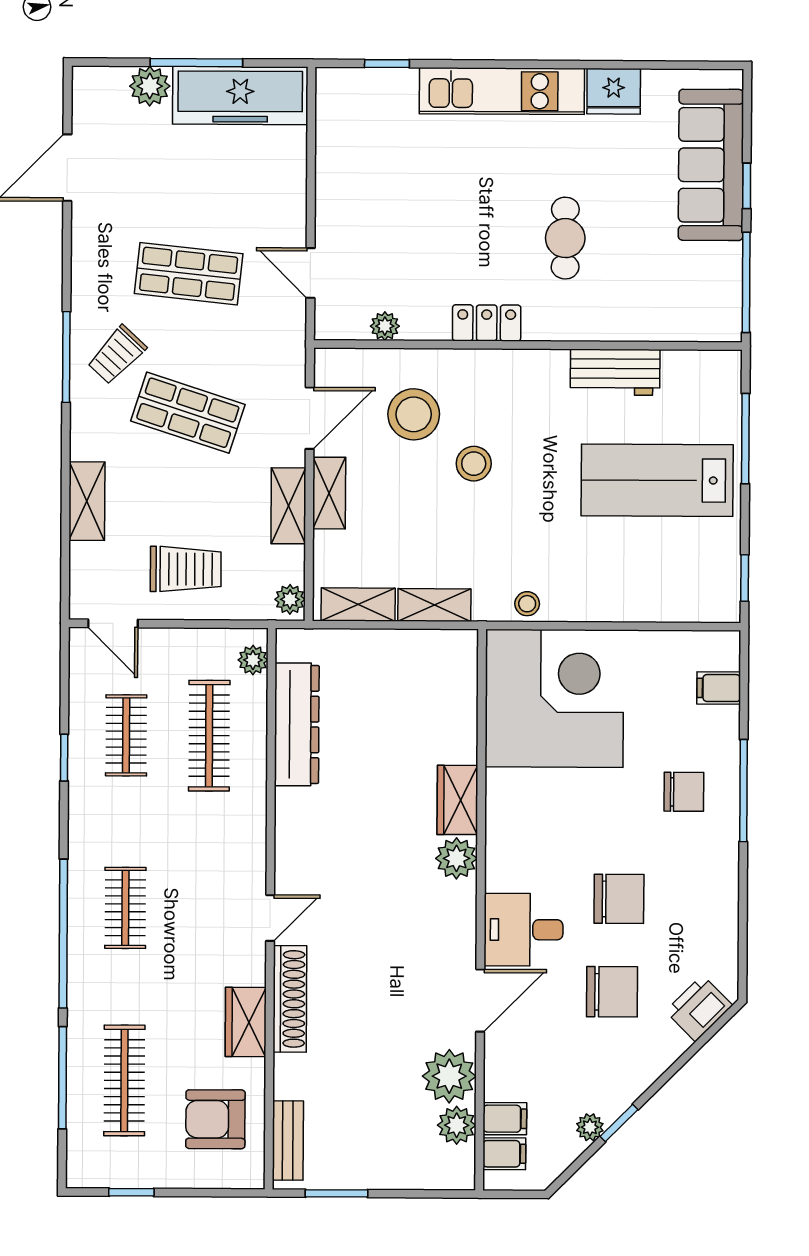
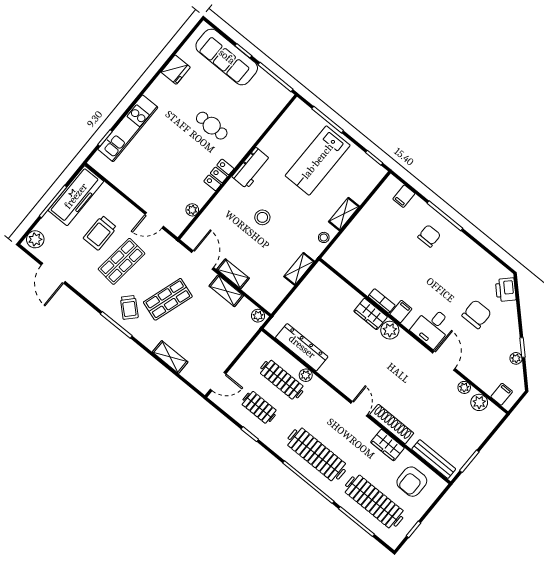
plant: (150, 86) -> (35, 239), moved
kitchen unit: (502, 91) -> (128, 128), moved
workbench: (615, 372) -> (251, 168), moved
stool: (414, 414) -> (230, 224), removed
trolley: (186, 569) -> (100, 233), moved, turned 180
shelving: (358, 604) -> (344, 214), moved
plant: (253, 660) -> (306, 375), moved
corner desk: (554, 698) -> (363, 254), removed
bookcase: (497, 801) -> (382, 301), added
chair: (619, 899) -> (447, 287), removed
clothes rail: (125, 908) -> (317, 454), width x1.86, depth x1.31
plant: (449, 1076) -> (464, 387), width x0.53, depth x0.53
clothes rail: (124, 1080) -> (374, 502), width x1.37, depth x1.31
filing cabinet: (505, 1119) -> (401, 311), moved
bench: (288, 1140) -> (434, 459), width x1.36

